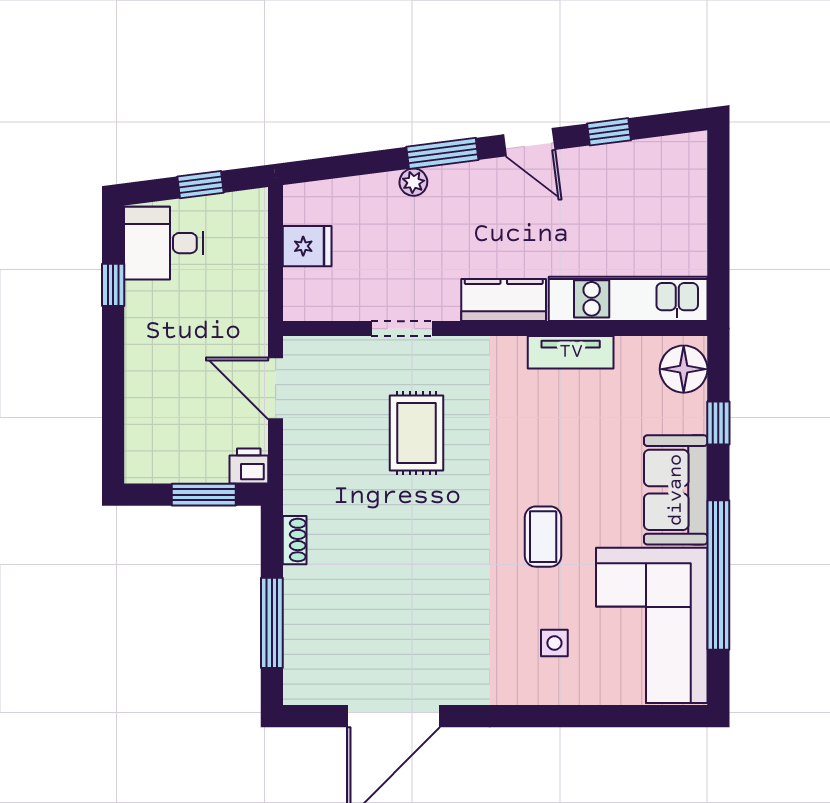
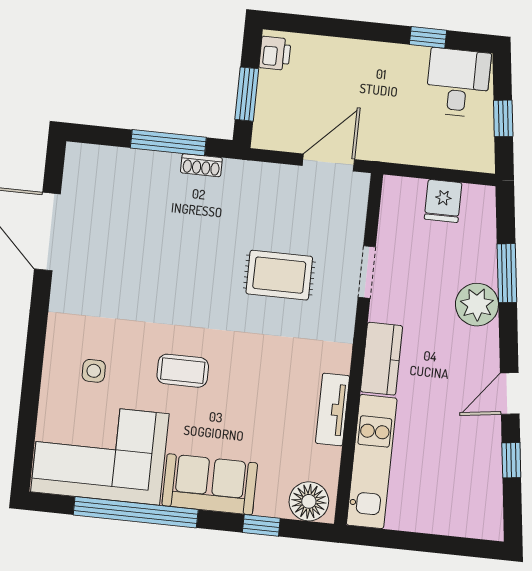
window: (442, 153) -> (507, 273), moved
plant: (413, 182) -> (477, 305), width x1.87, depth x1.87
printer: (249, 466) -> (275, 53), moved
window: (272, 623) -> (168, 143), moved

